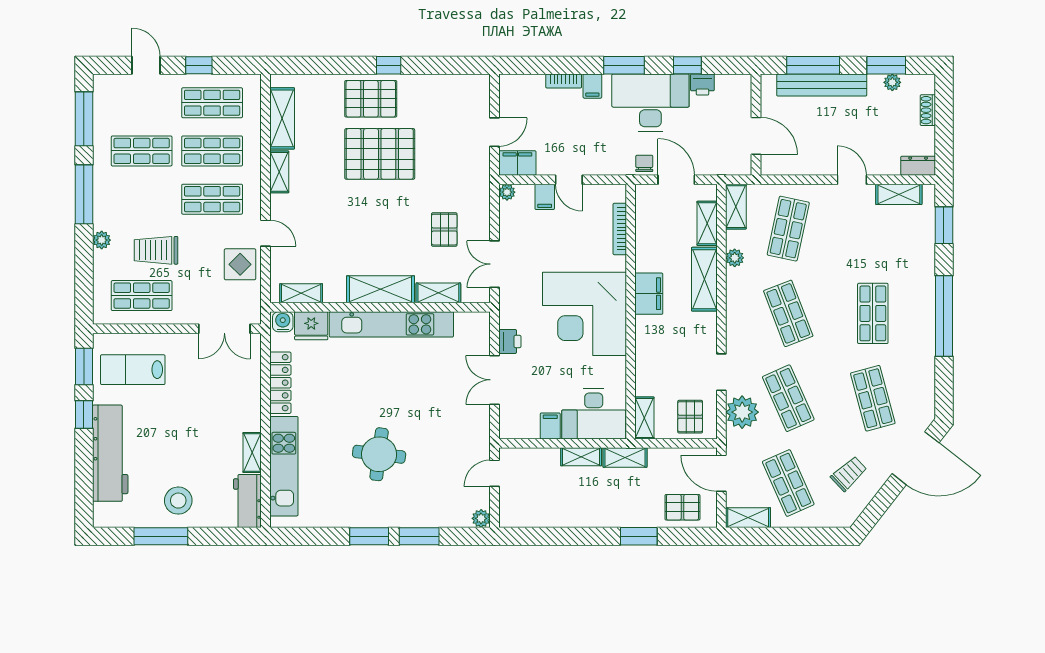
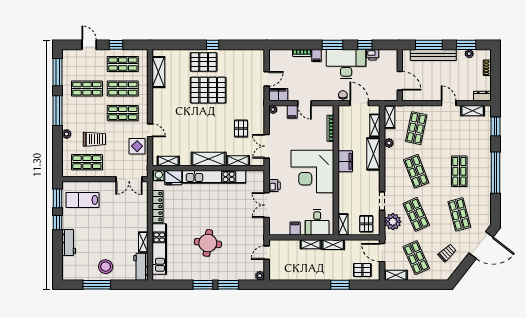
shelving: (279, 172) -> (157, 99), removed
trolley: (156, 250) -> (94, 139), turned 180
desk: (594, 414) -> (317, 222), width x0.73
workbench: (110, 453) -> (69, 242), width x0.53, depth x0.76

